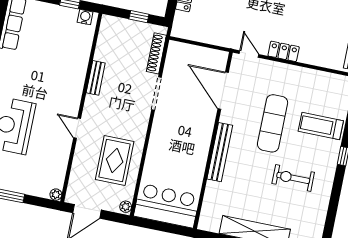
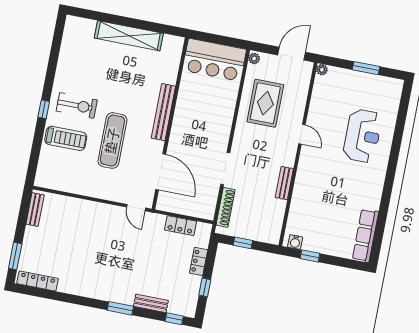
locker: (284, 51) -> (180, 226), moved
exercise bike: (293, 178) -> (77, 105), moved

